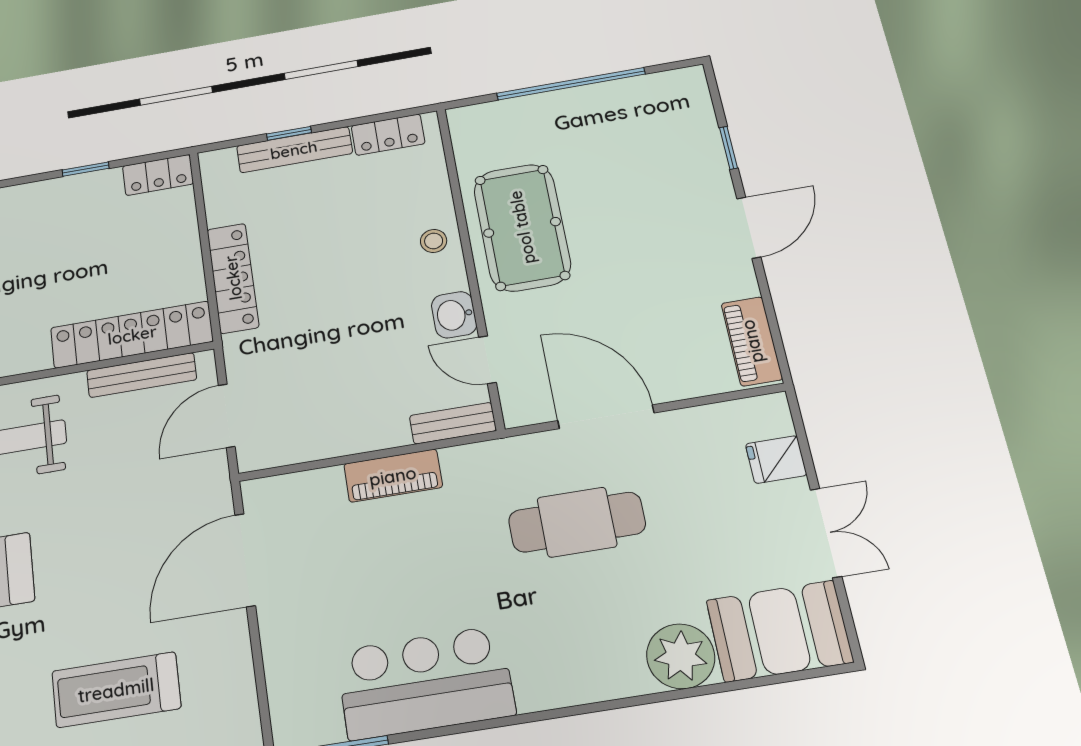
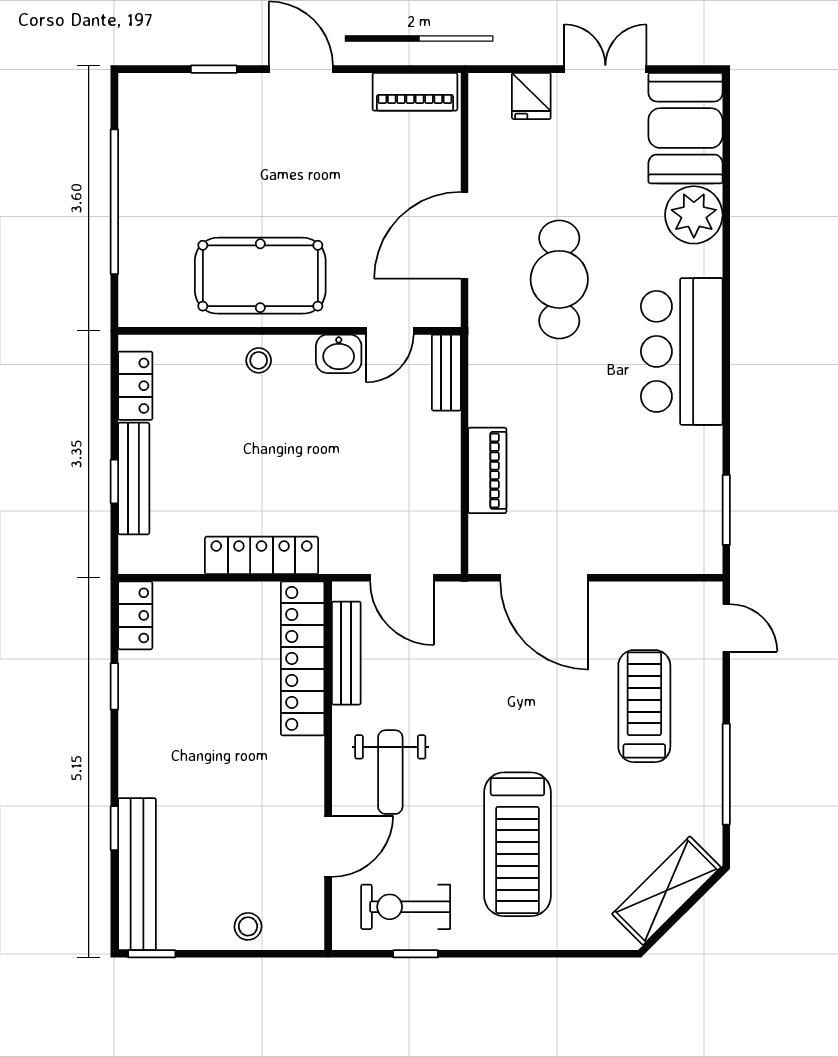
piano: (393, 476) -> (487, 470), moved
bar counter: (425, 683) -> (682, 351), moved
treadmill: (116, 690) -> (644, 706), turned 180

